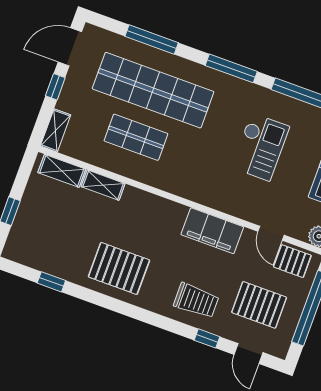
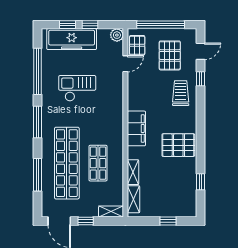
filing cabinet: (212, 231) -> (136, 128), moved
pallet: (119, 268) -> (178, 145), turned 90

